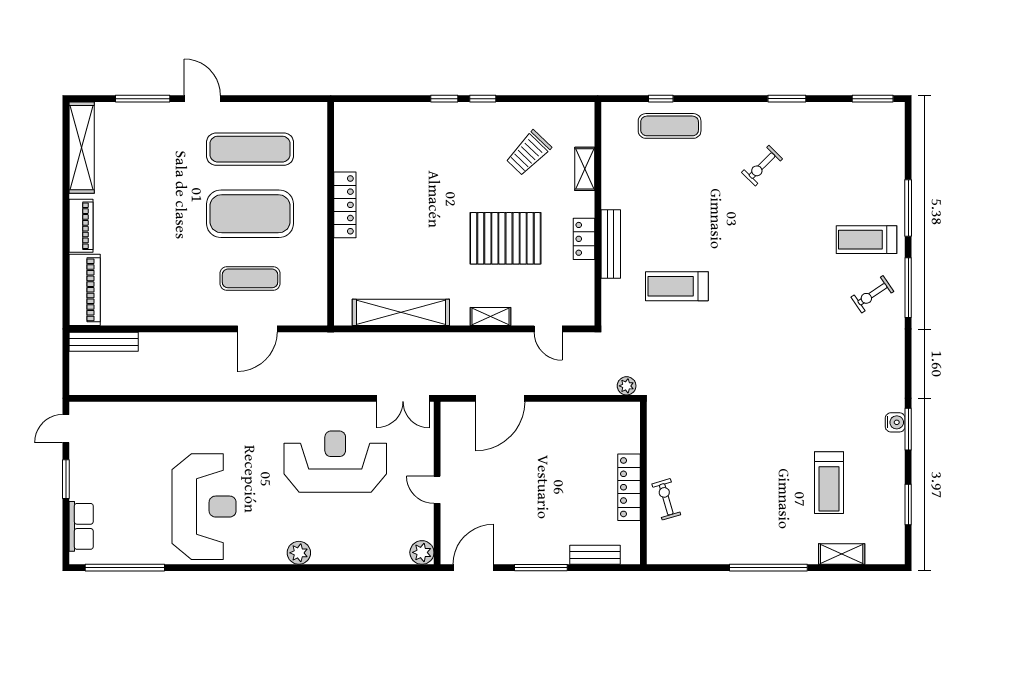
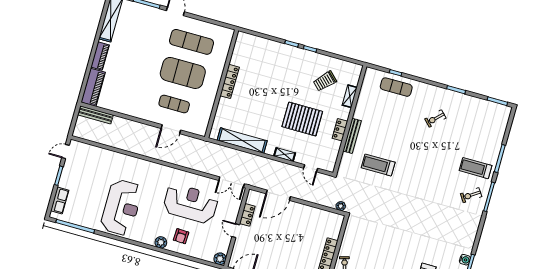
locker: (451, 453) -> (247, 215), added
armchair: (335, 530) -> (181, 236), added

